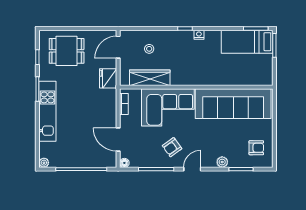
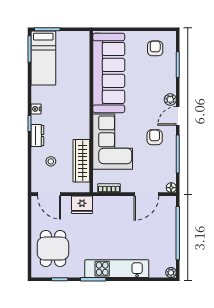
dresser: (174, 36) -> (37, 136), added
armchair: (172, 147) -> (155, 137), turned -144
plant: (222, 162) -> (170, 100), moved
door: (192, 169) -> (178, 116), hinge flipped

